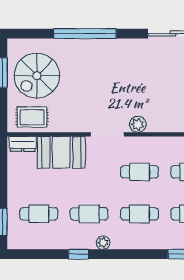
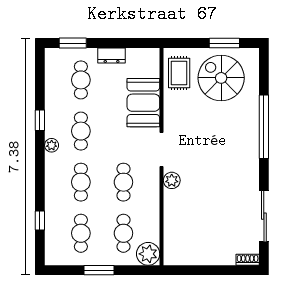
dresser: (23, 144) -> (112, 56), moved, turned -90

